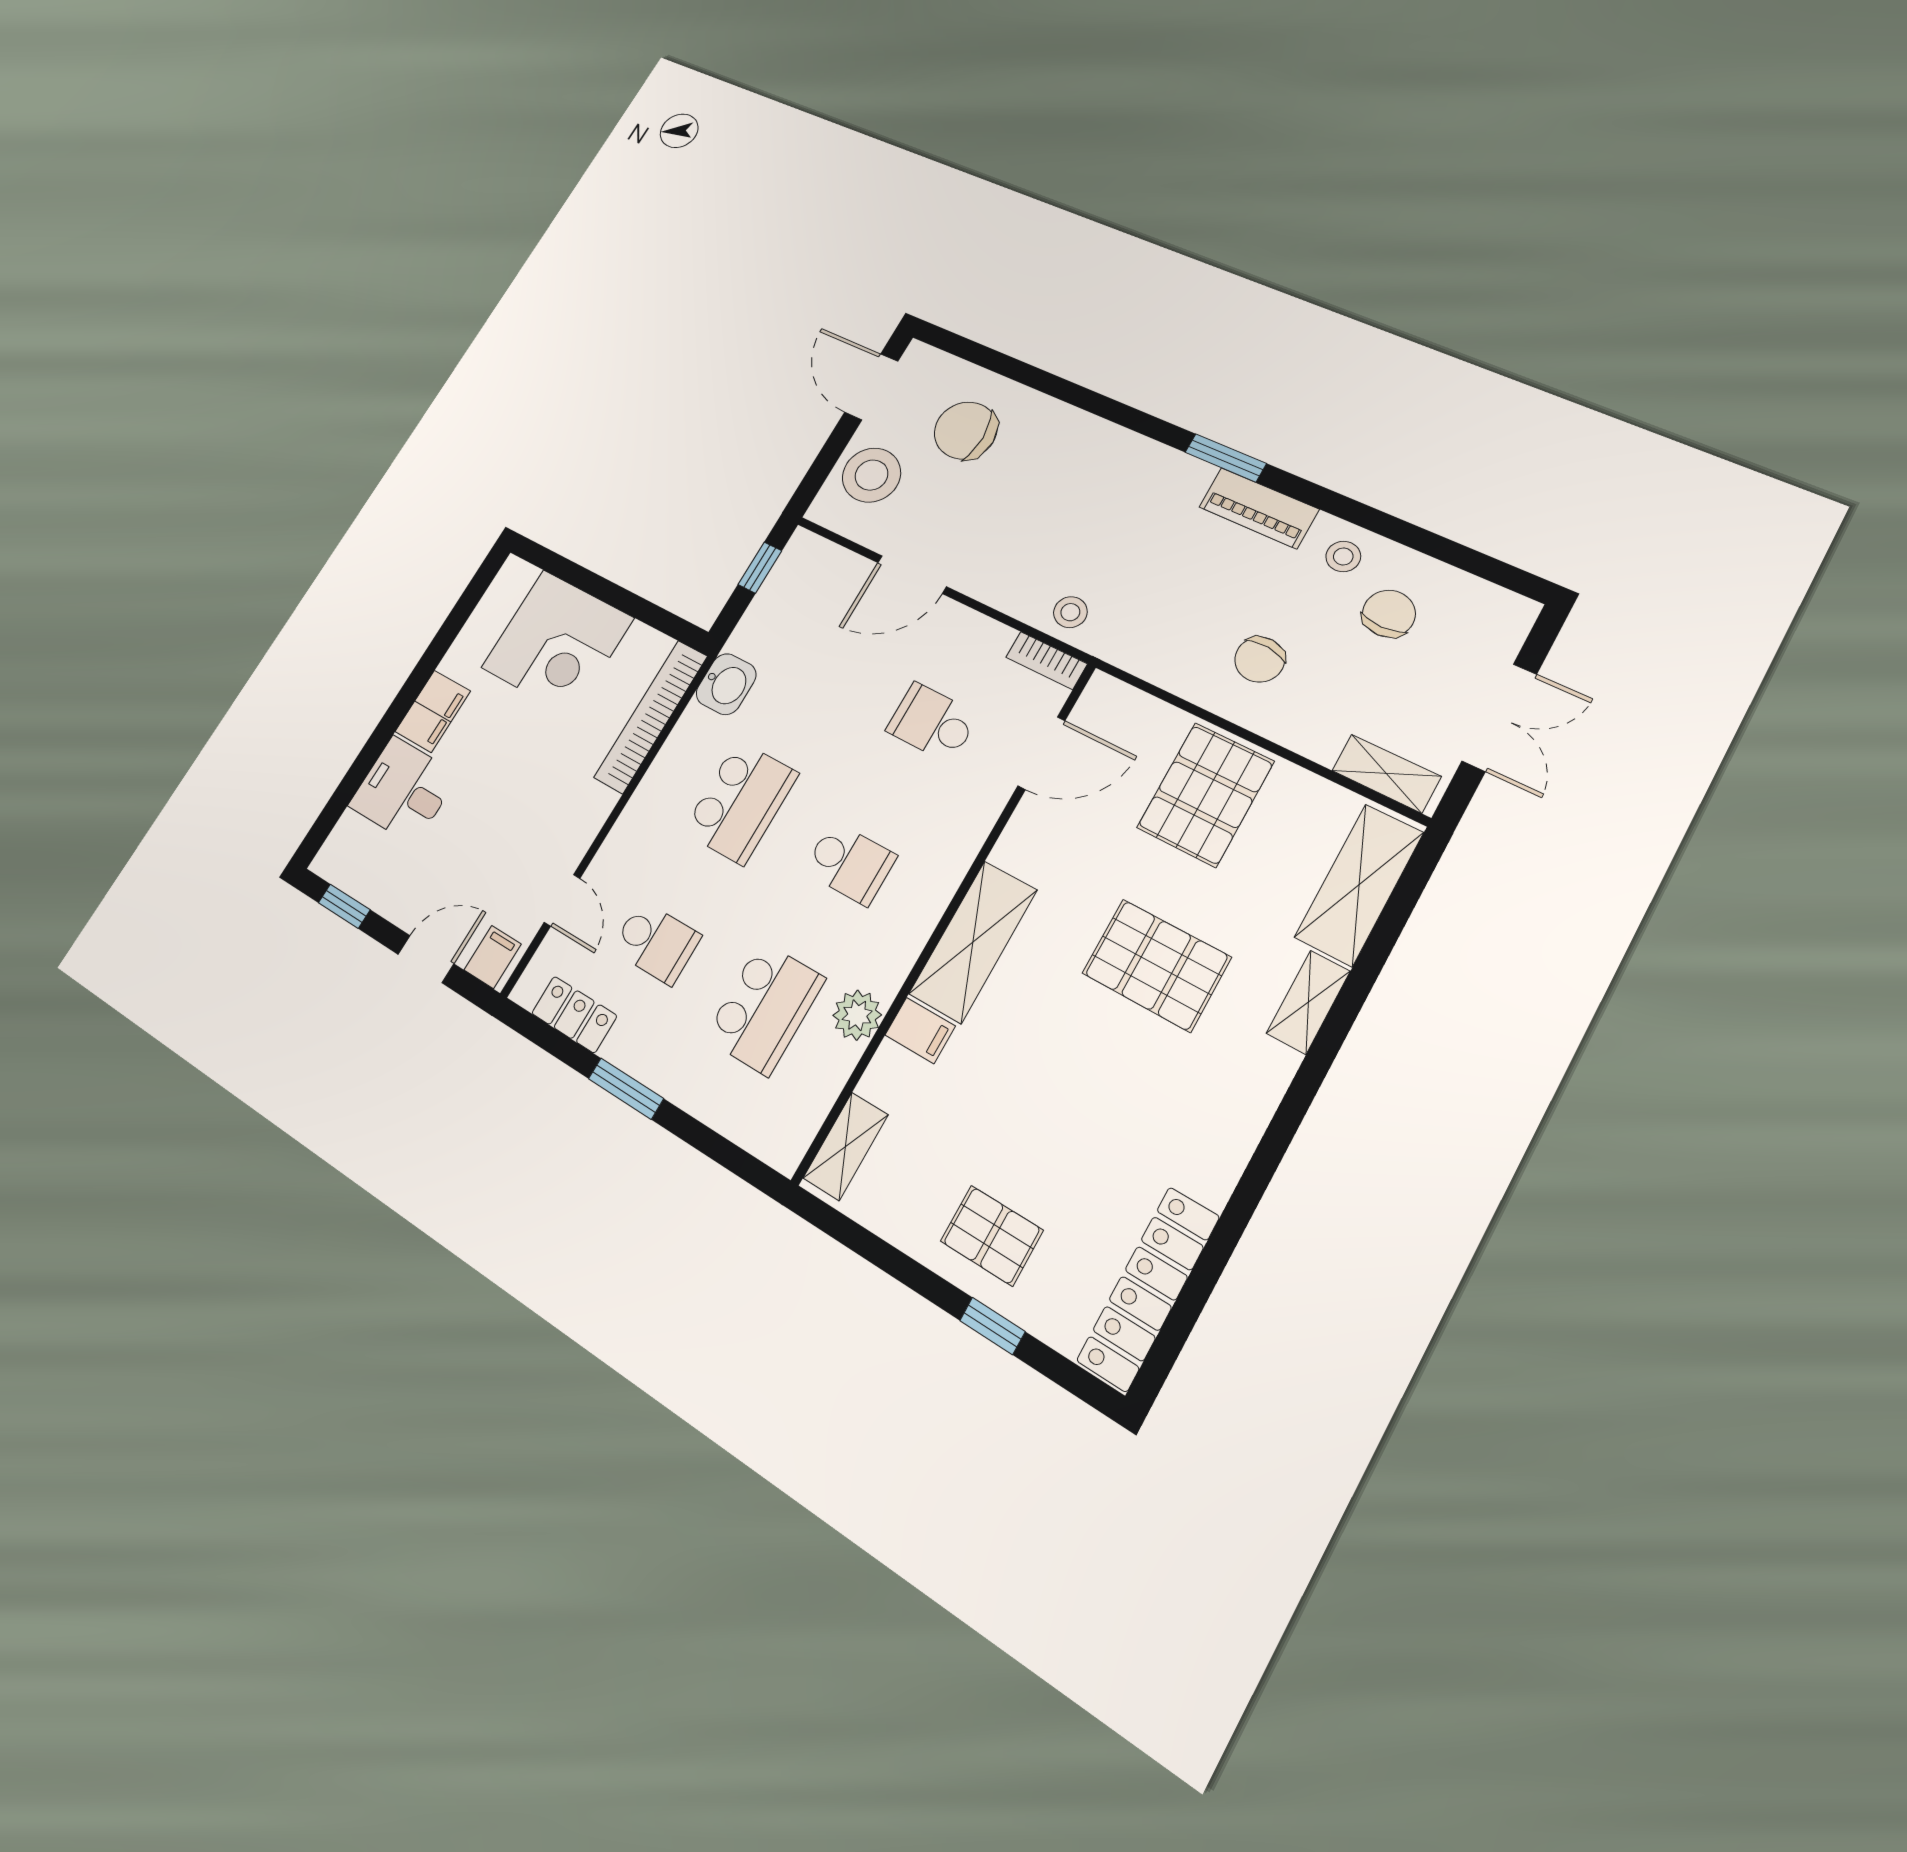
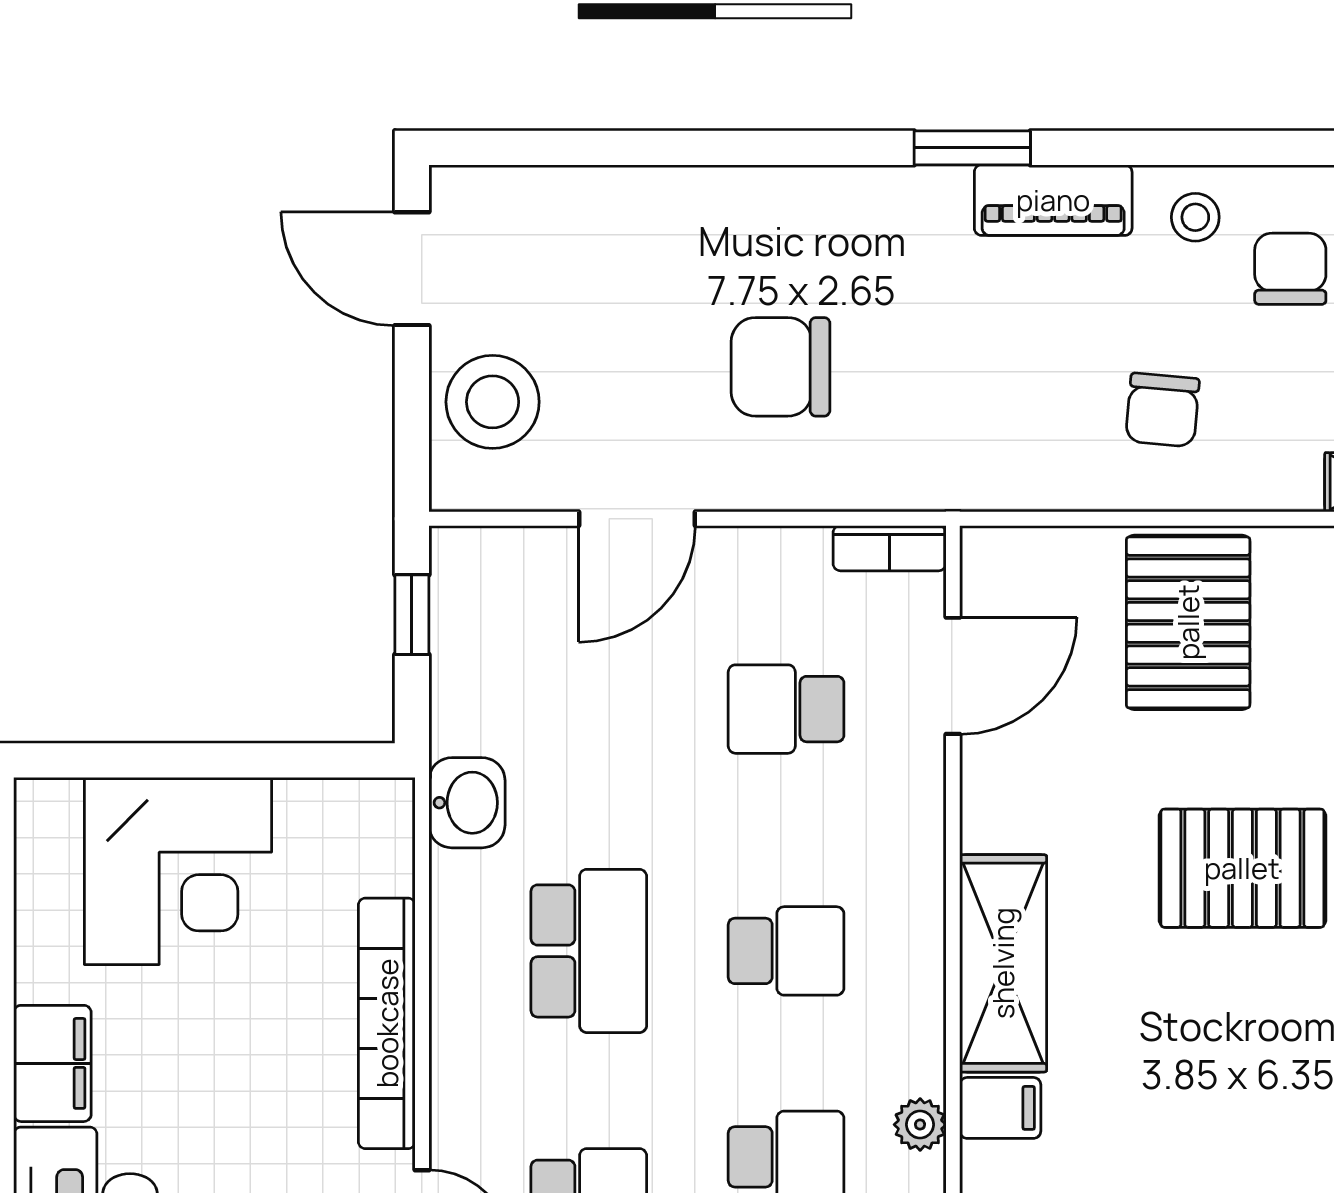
chair: (966, 431) -> (781, 367), moved
stool: (1070, 612) -> (884, 466), removed
bookcase: (651, 717) -> (387, 1023), moved
plant: (857, 1015) -> (920, 1125), width x0.73, depth x0.73

